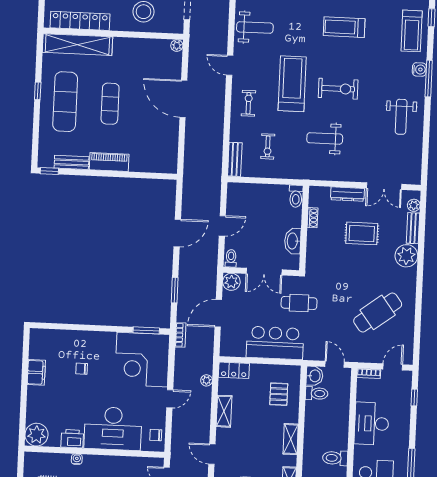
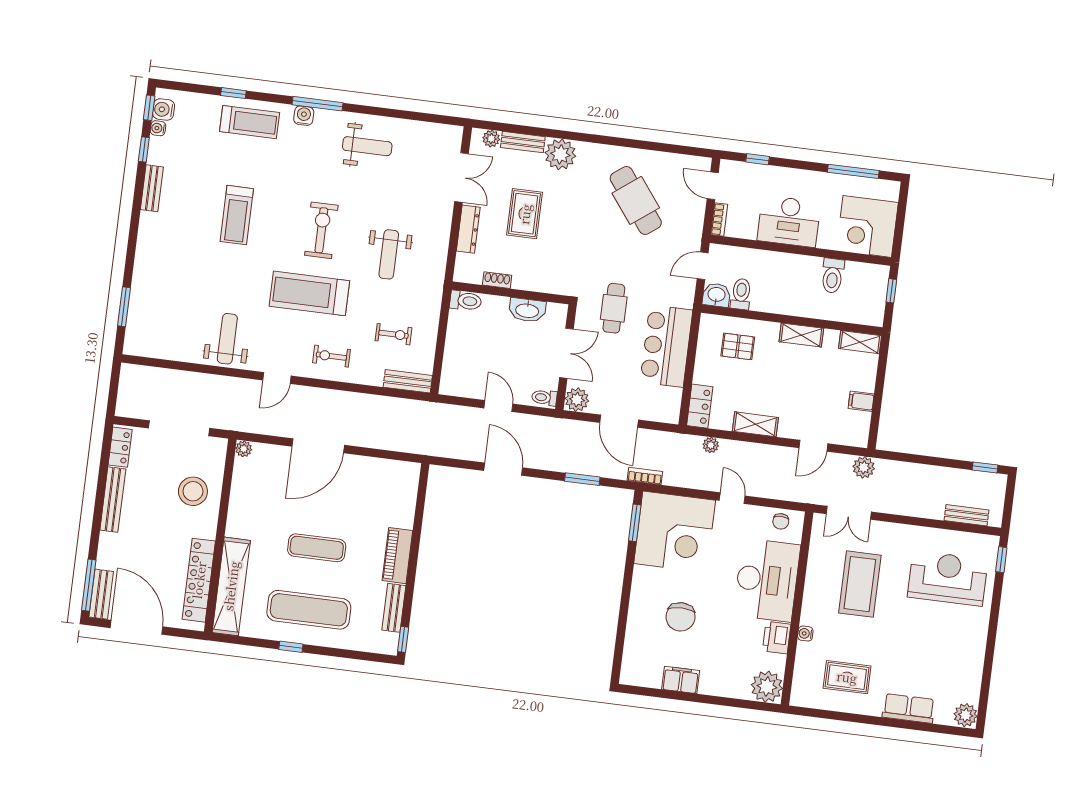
chair: (82, 369) -> (681, 617), width x1.87, depth x1.87

